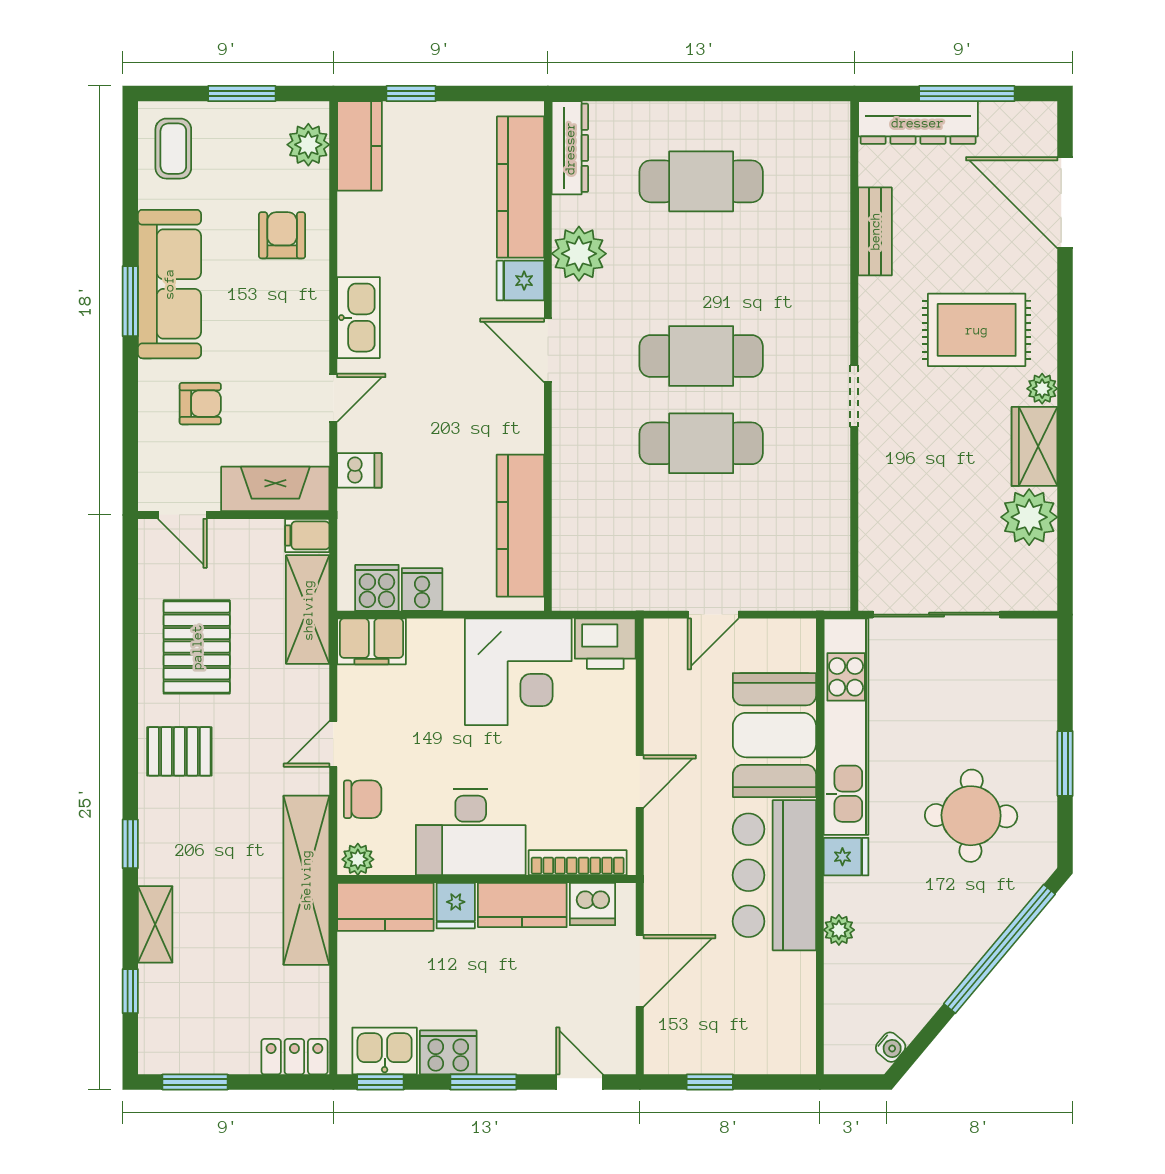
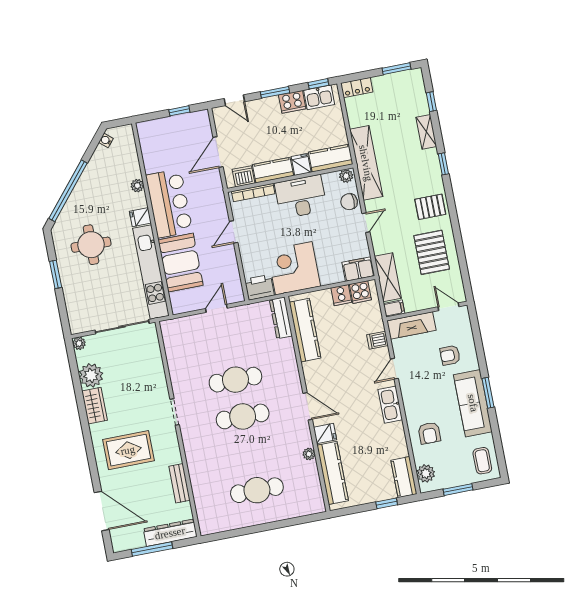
dresser: (570, 148) -> (281, 318), moved
plant: (579, 254) -> (309, 454), width x0.53, depth x0.53
plant: (1042, 389) -> (79, 343), moved

